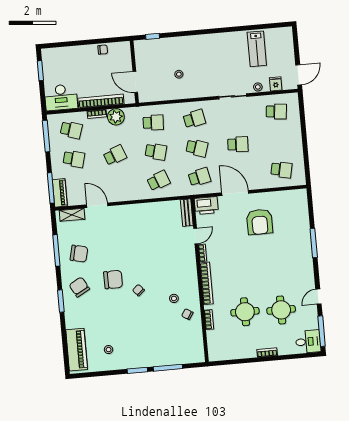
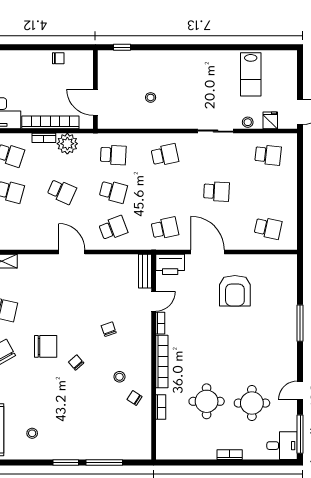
school desk: (197, 148) -> (165, 192), removed
school desk: (115, 155) -> (62, 192), turned 45
door: (97, 205) -> (72, 252), moved
chair: (162, 261) -> (109, 329), added

